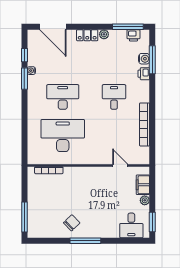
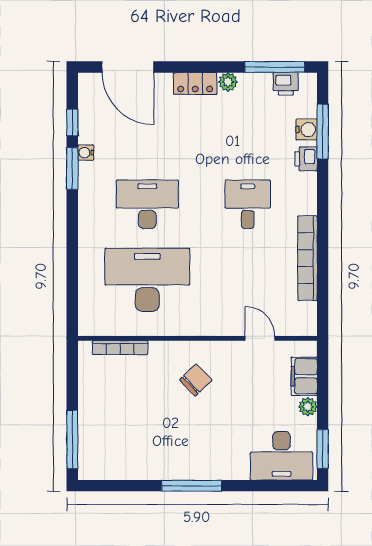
chair: (72, 223) -> (196, 380), moved
desk: (131, 225) -> (282, 456), width x1.37

